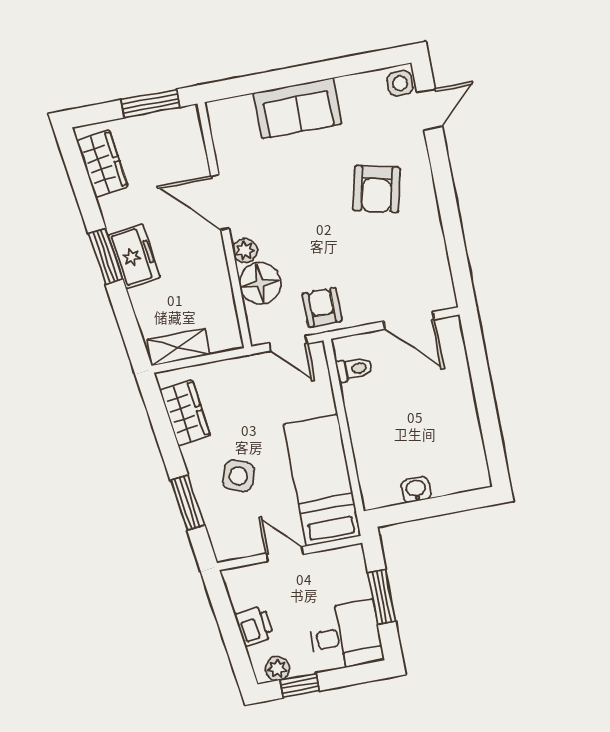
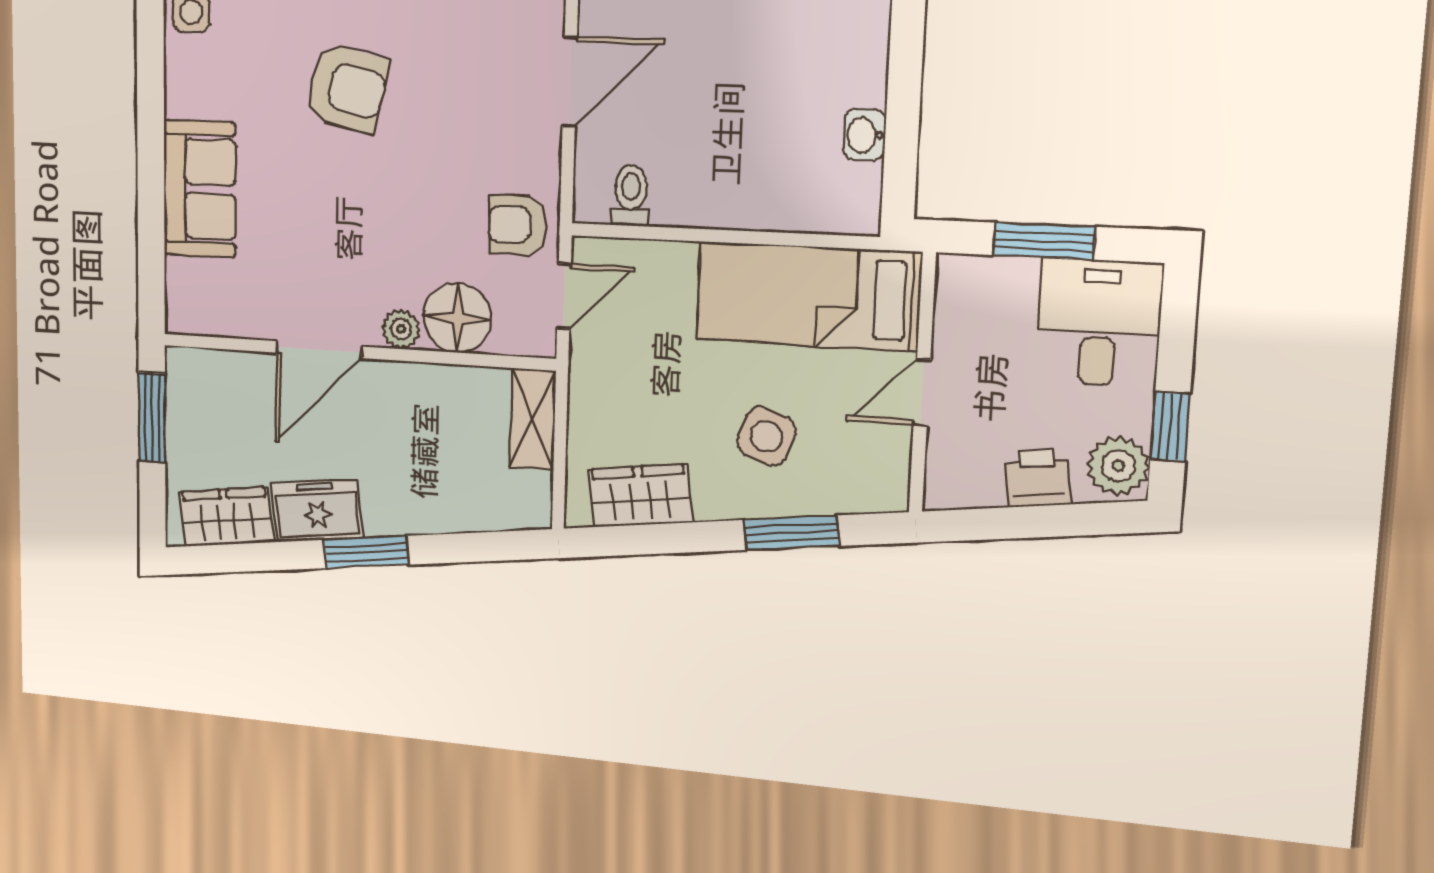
freezer: (134, 256) -> (317, 511), moved
shelving: (178, 347) -> (533, 419), moved
plant: (277, 669) -> (1118, 466), width x1.38, depth x1.38

